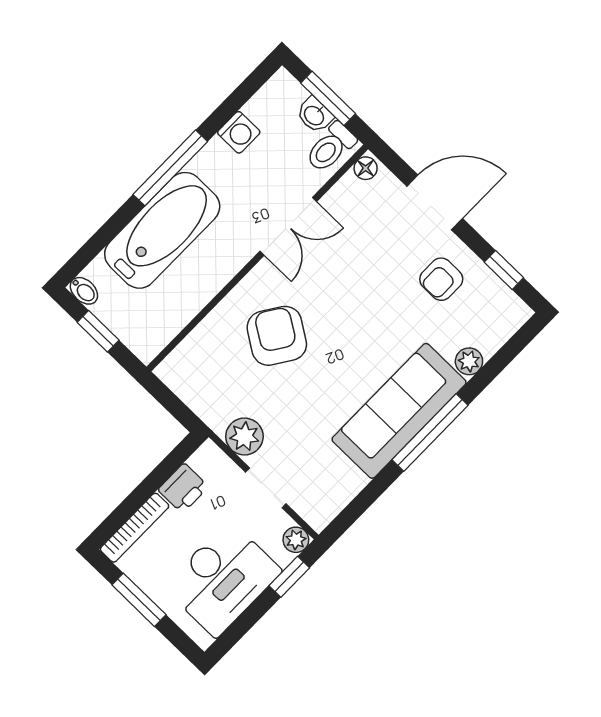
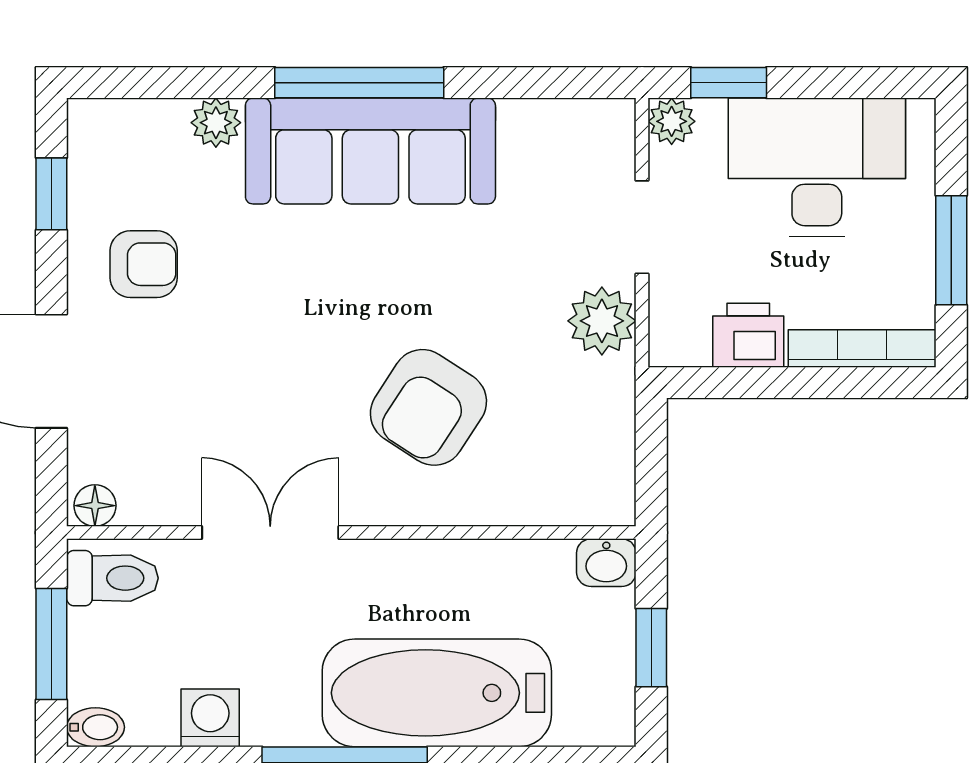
washbasin: (315, 115) -> (606, 563), moved, turned 90
bidet: (84, 291) -> (95, 727), moved, turned 90

